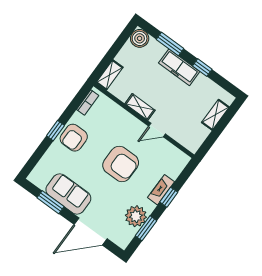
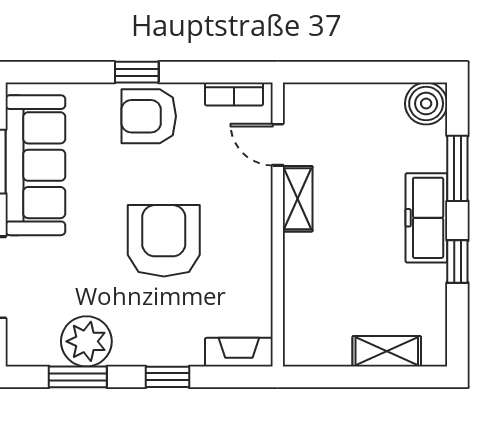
shelving: (110, 75) -> (316, 97), removed
door: (157, 130) -> (278, 145), moved
armchair: (121, 164) -> (164, 241), turned 180
fireplace: (161, 190) -> (239, 352), moved
sofa: (68, 194) -> (35, 165), width x1.36

